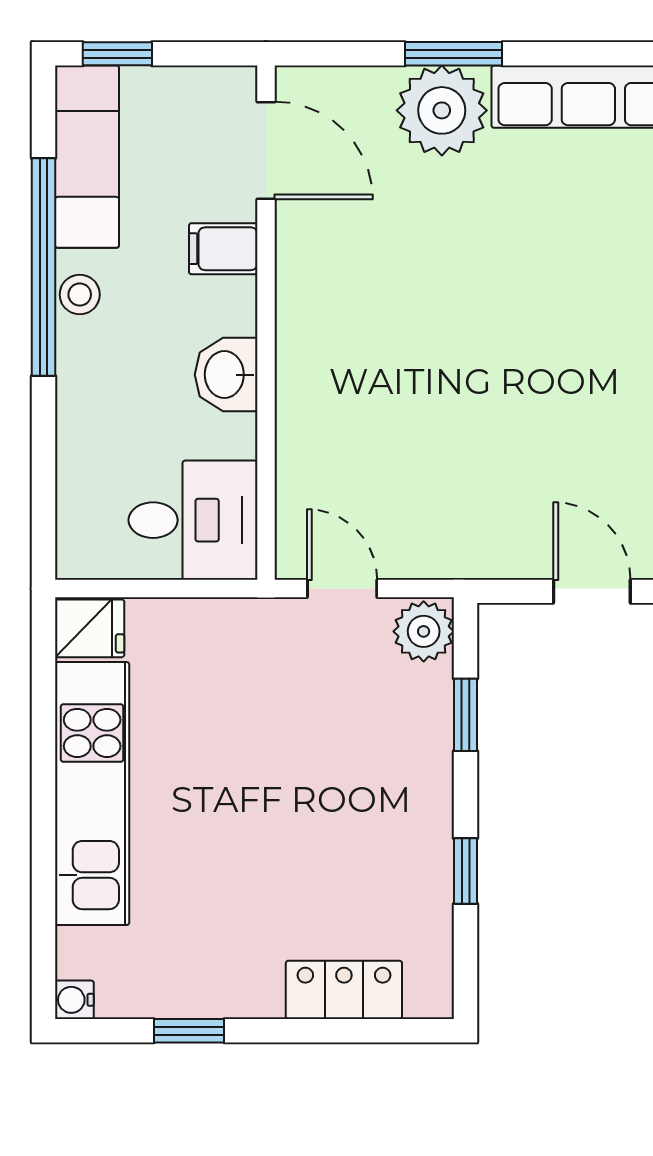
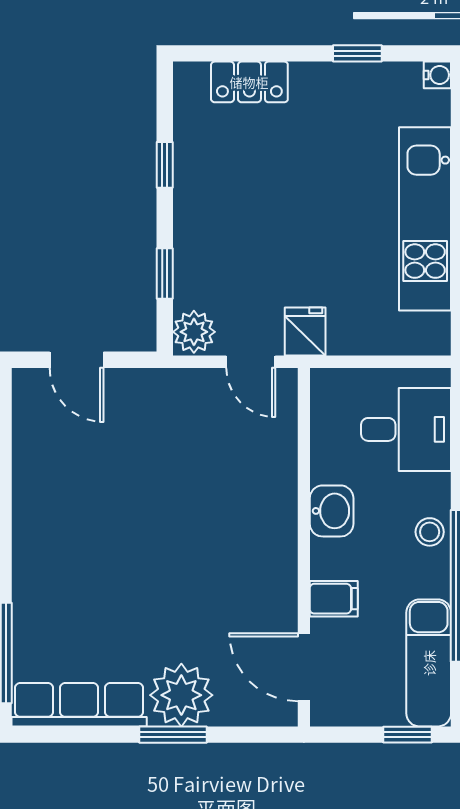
stool: (80, 295) -> (430, 532), moved
desk: (193, 520) -> (406, 429), moved, turned 180
fridge: (90, 628) -> (305, 332), moved, turned 90

